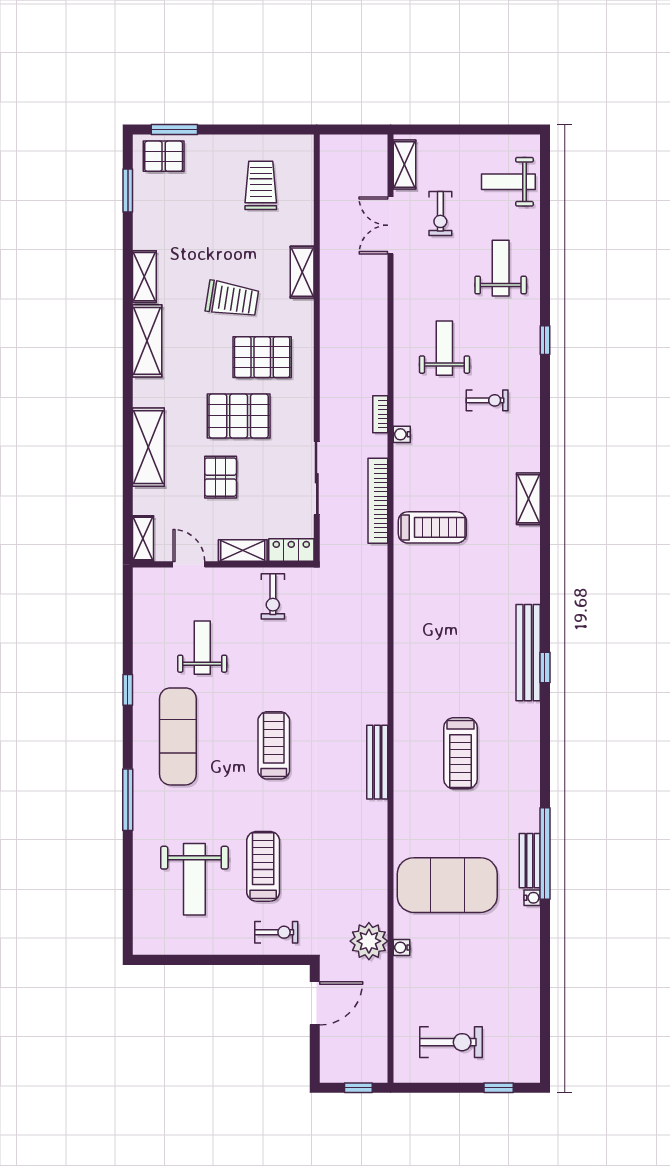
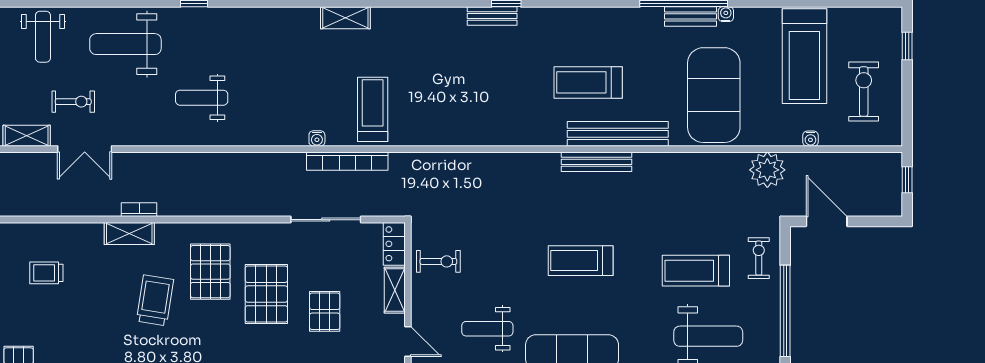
trolley: (261, 185) -> (46, 273), width x0.73, depth x0.72
weight bench: (501, 268) -> (125, 44), width x1.36, depth x1.33
exercise bike: (487, 400) -> (251, 57), removed
bookcase: (380, 414) -> (139, 210), moved, turned 180
water cooler: (402, 434) -> (317, 138), moved
pallet: (221, 477) -> (325, 311), turned 90
door: (189, 564) -> (408, 342), swing flipped
bench: (528, 653) -> (492, 16), width x0.54, depth x0.82
treadmill: (460, 753) -> (588, 82), turned 180
bench: (407, 784) -> (618, 134), added
water cooler: (402, 947) -> (810, 139), moved
window: (221, 960) -> (785, 311), added
treadmill: (488, 980) -> (804, 56), added

